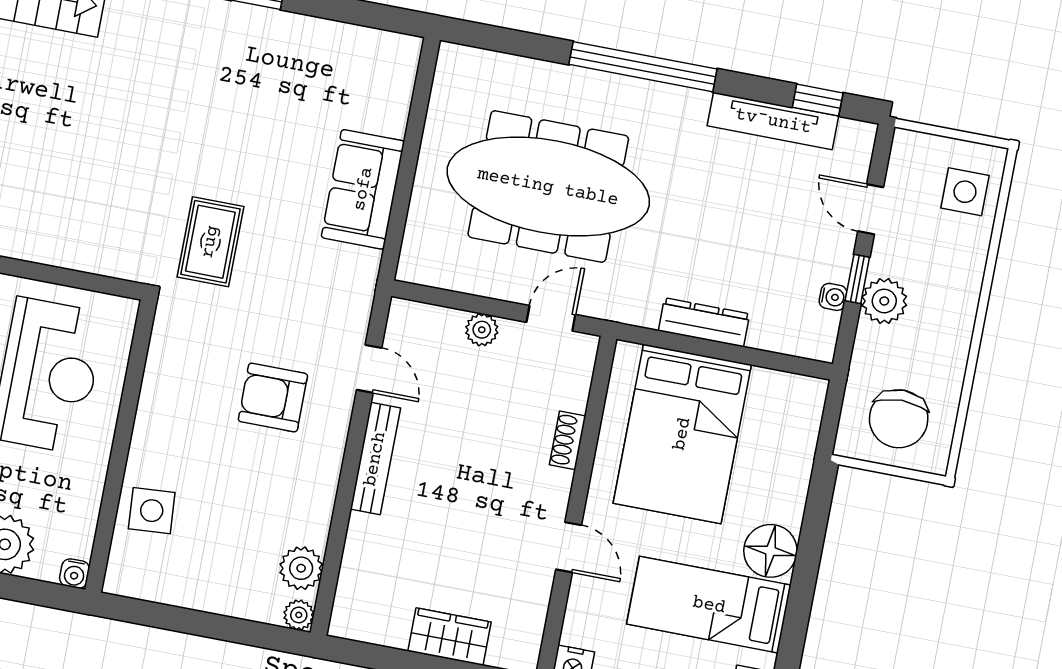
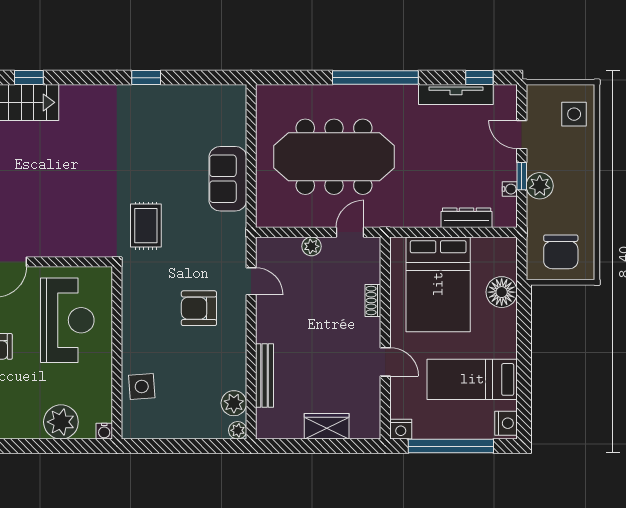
dresser: (704, 322) -> (467, 218), moved
bench: (375, 459) -> (265, 375), moved
floor lamp: (770, 551) -> (502, 292), moved

